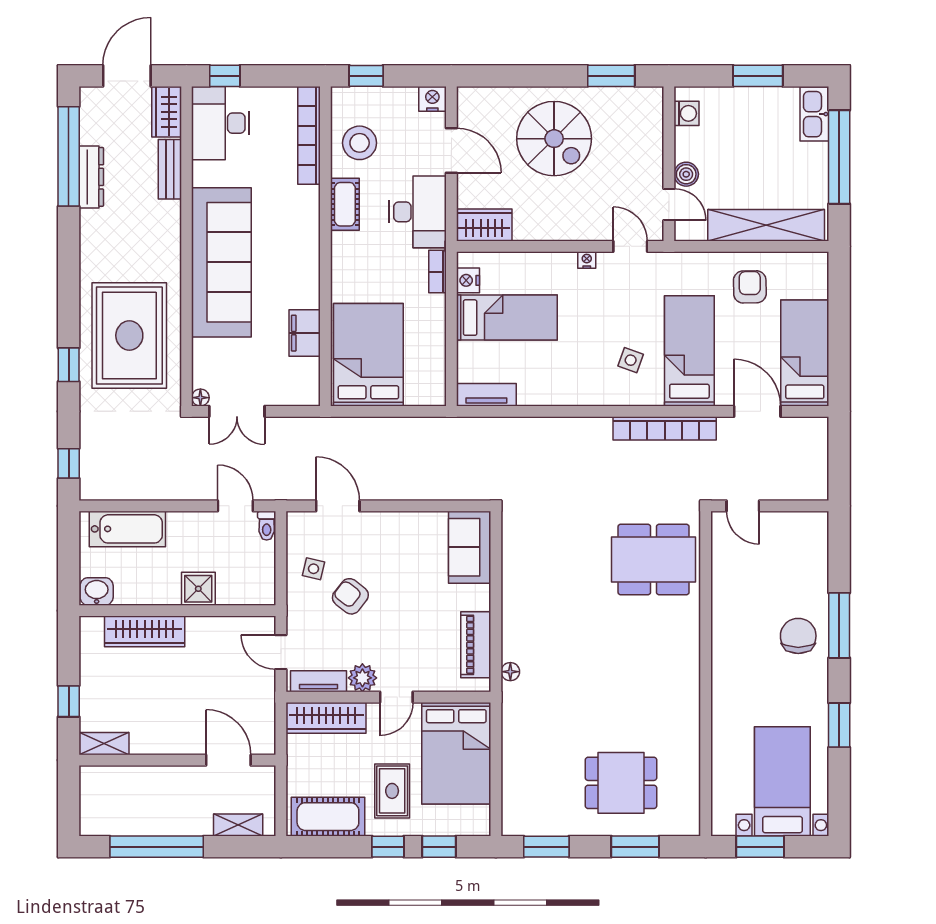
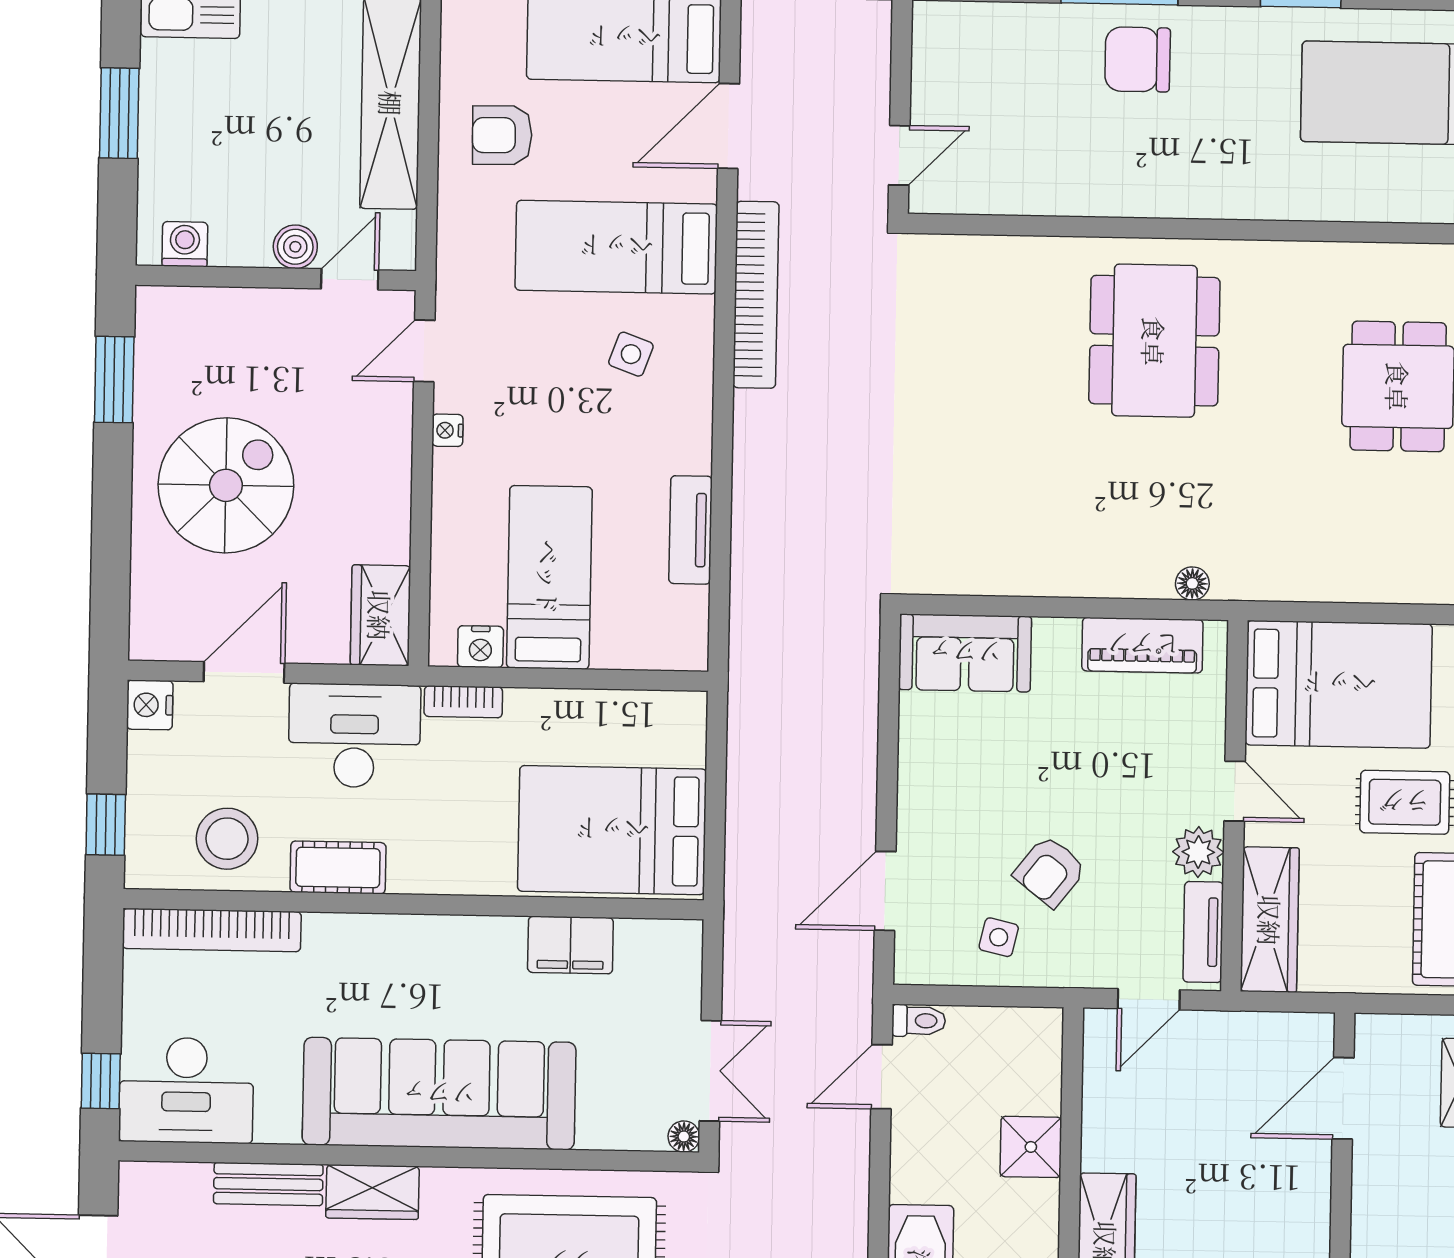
wardrobe: (167, 112) -> (372, 1192), moved
tv unit: (486, 395) -> (691, 530), moved
dining table: (654, 560) -> (1154, 341), moved

